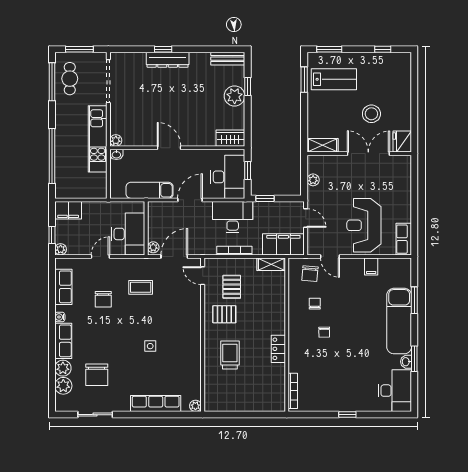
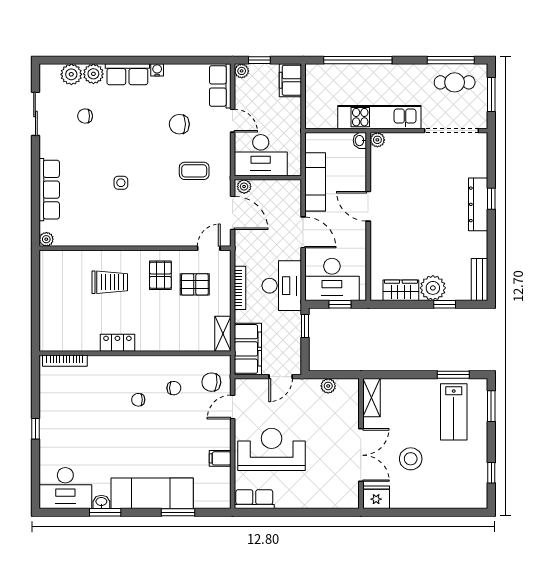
wardrobe: (230, 138) -> (401, 290), moved, turned -90
door: (169, 148) -> (368, 206), swing flipped
row of seats: (63, 287) -> (220, 86), moved, turned 90
coffee table: (141, 287) -> (194, 171), turned 90
chair: (97, 375) -> (85, 116), width x0.54, depth x0.54

